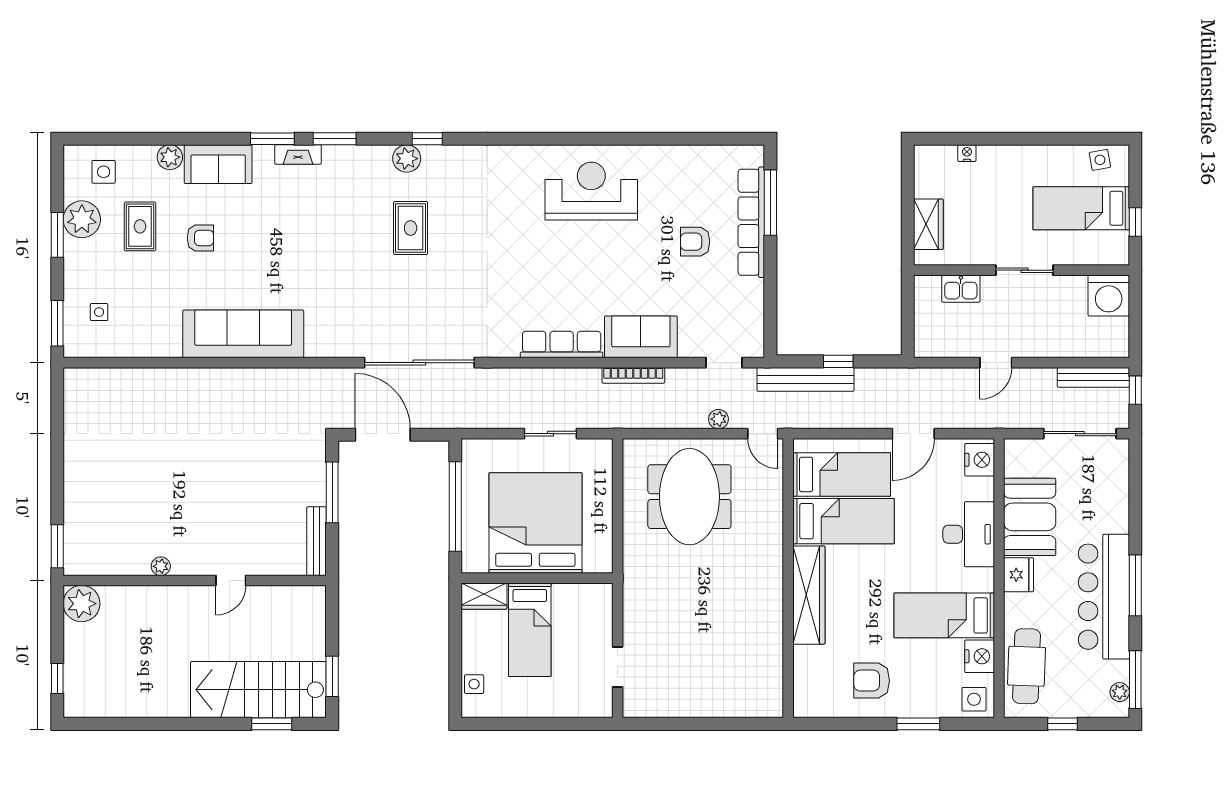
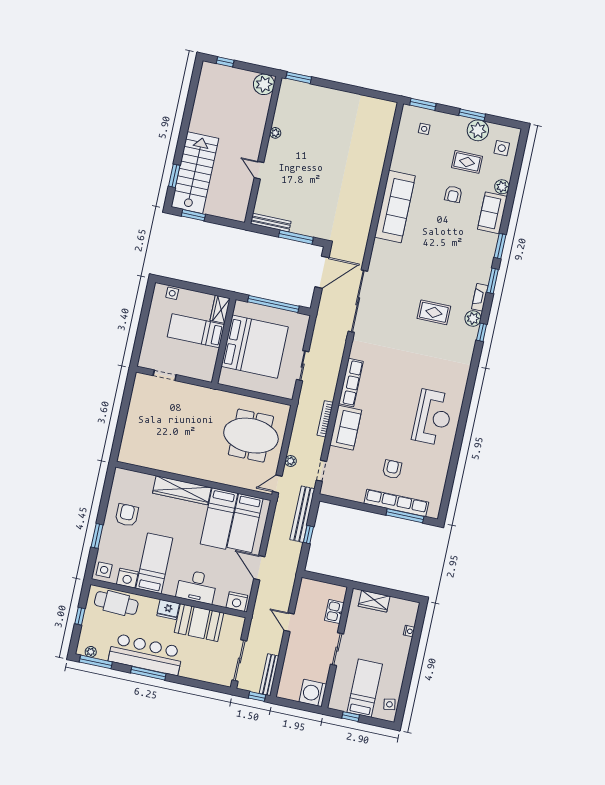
fireplace: (298, 155) -> (480, 297), moved

